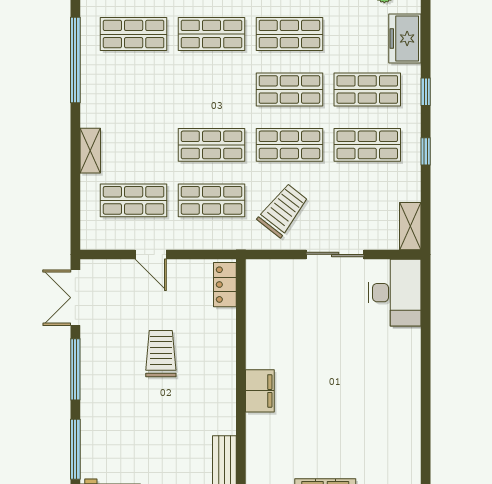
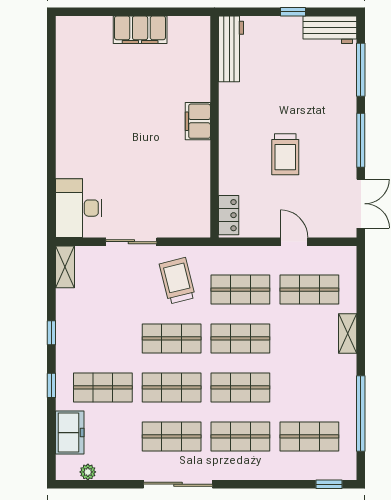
shop shelf: (367, 145) -> (240, 387), moved
trolley: (283, 210) -> (177, 281), turned 128

